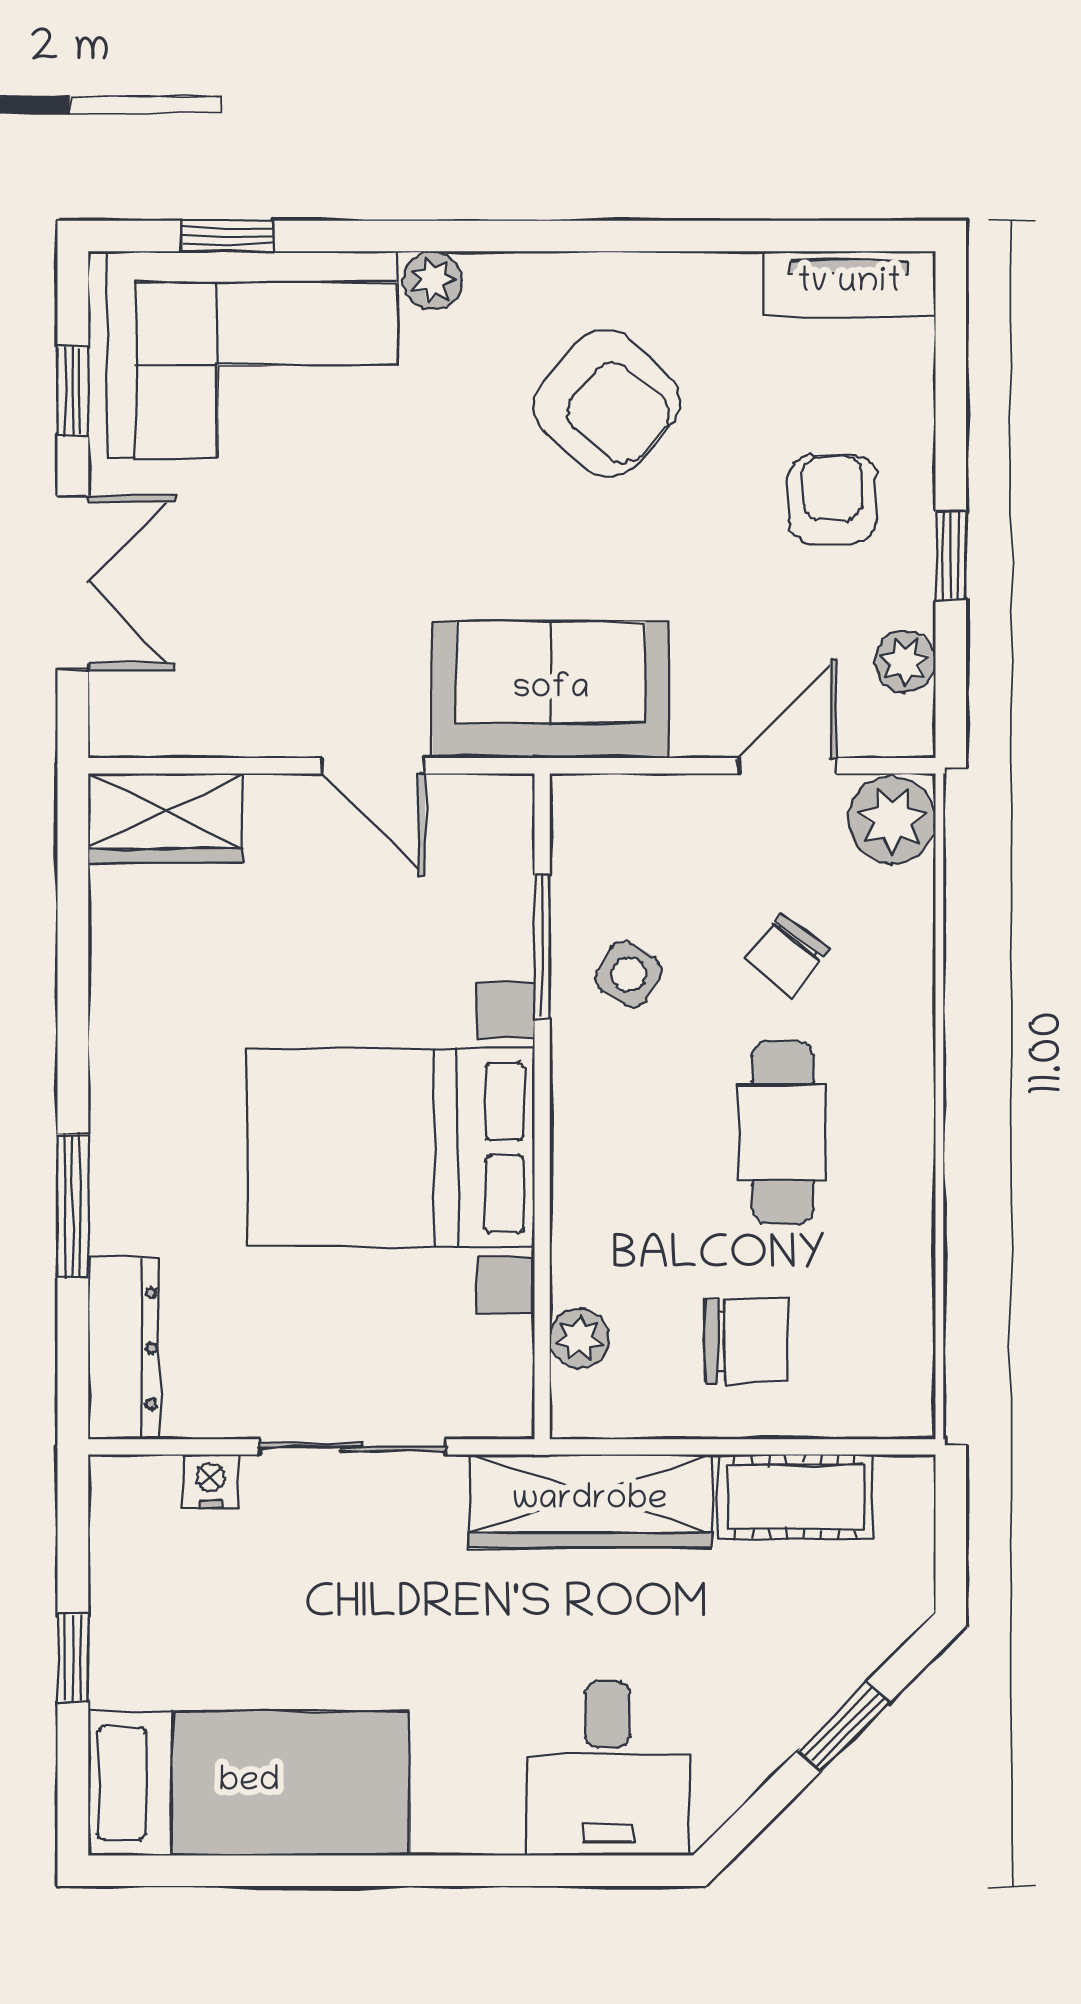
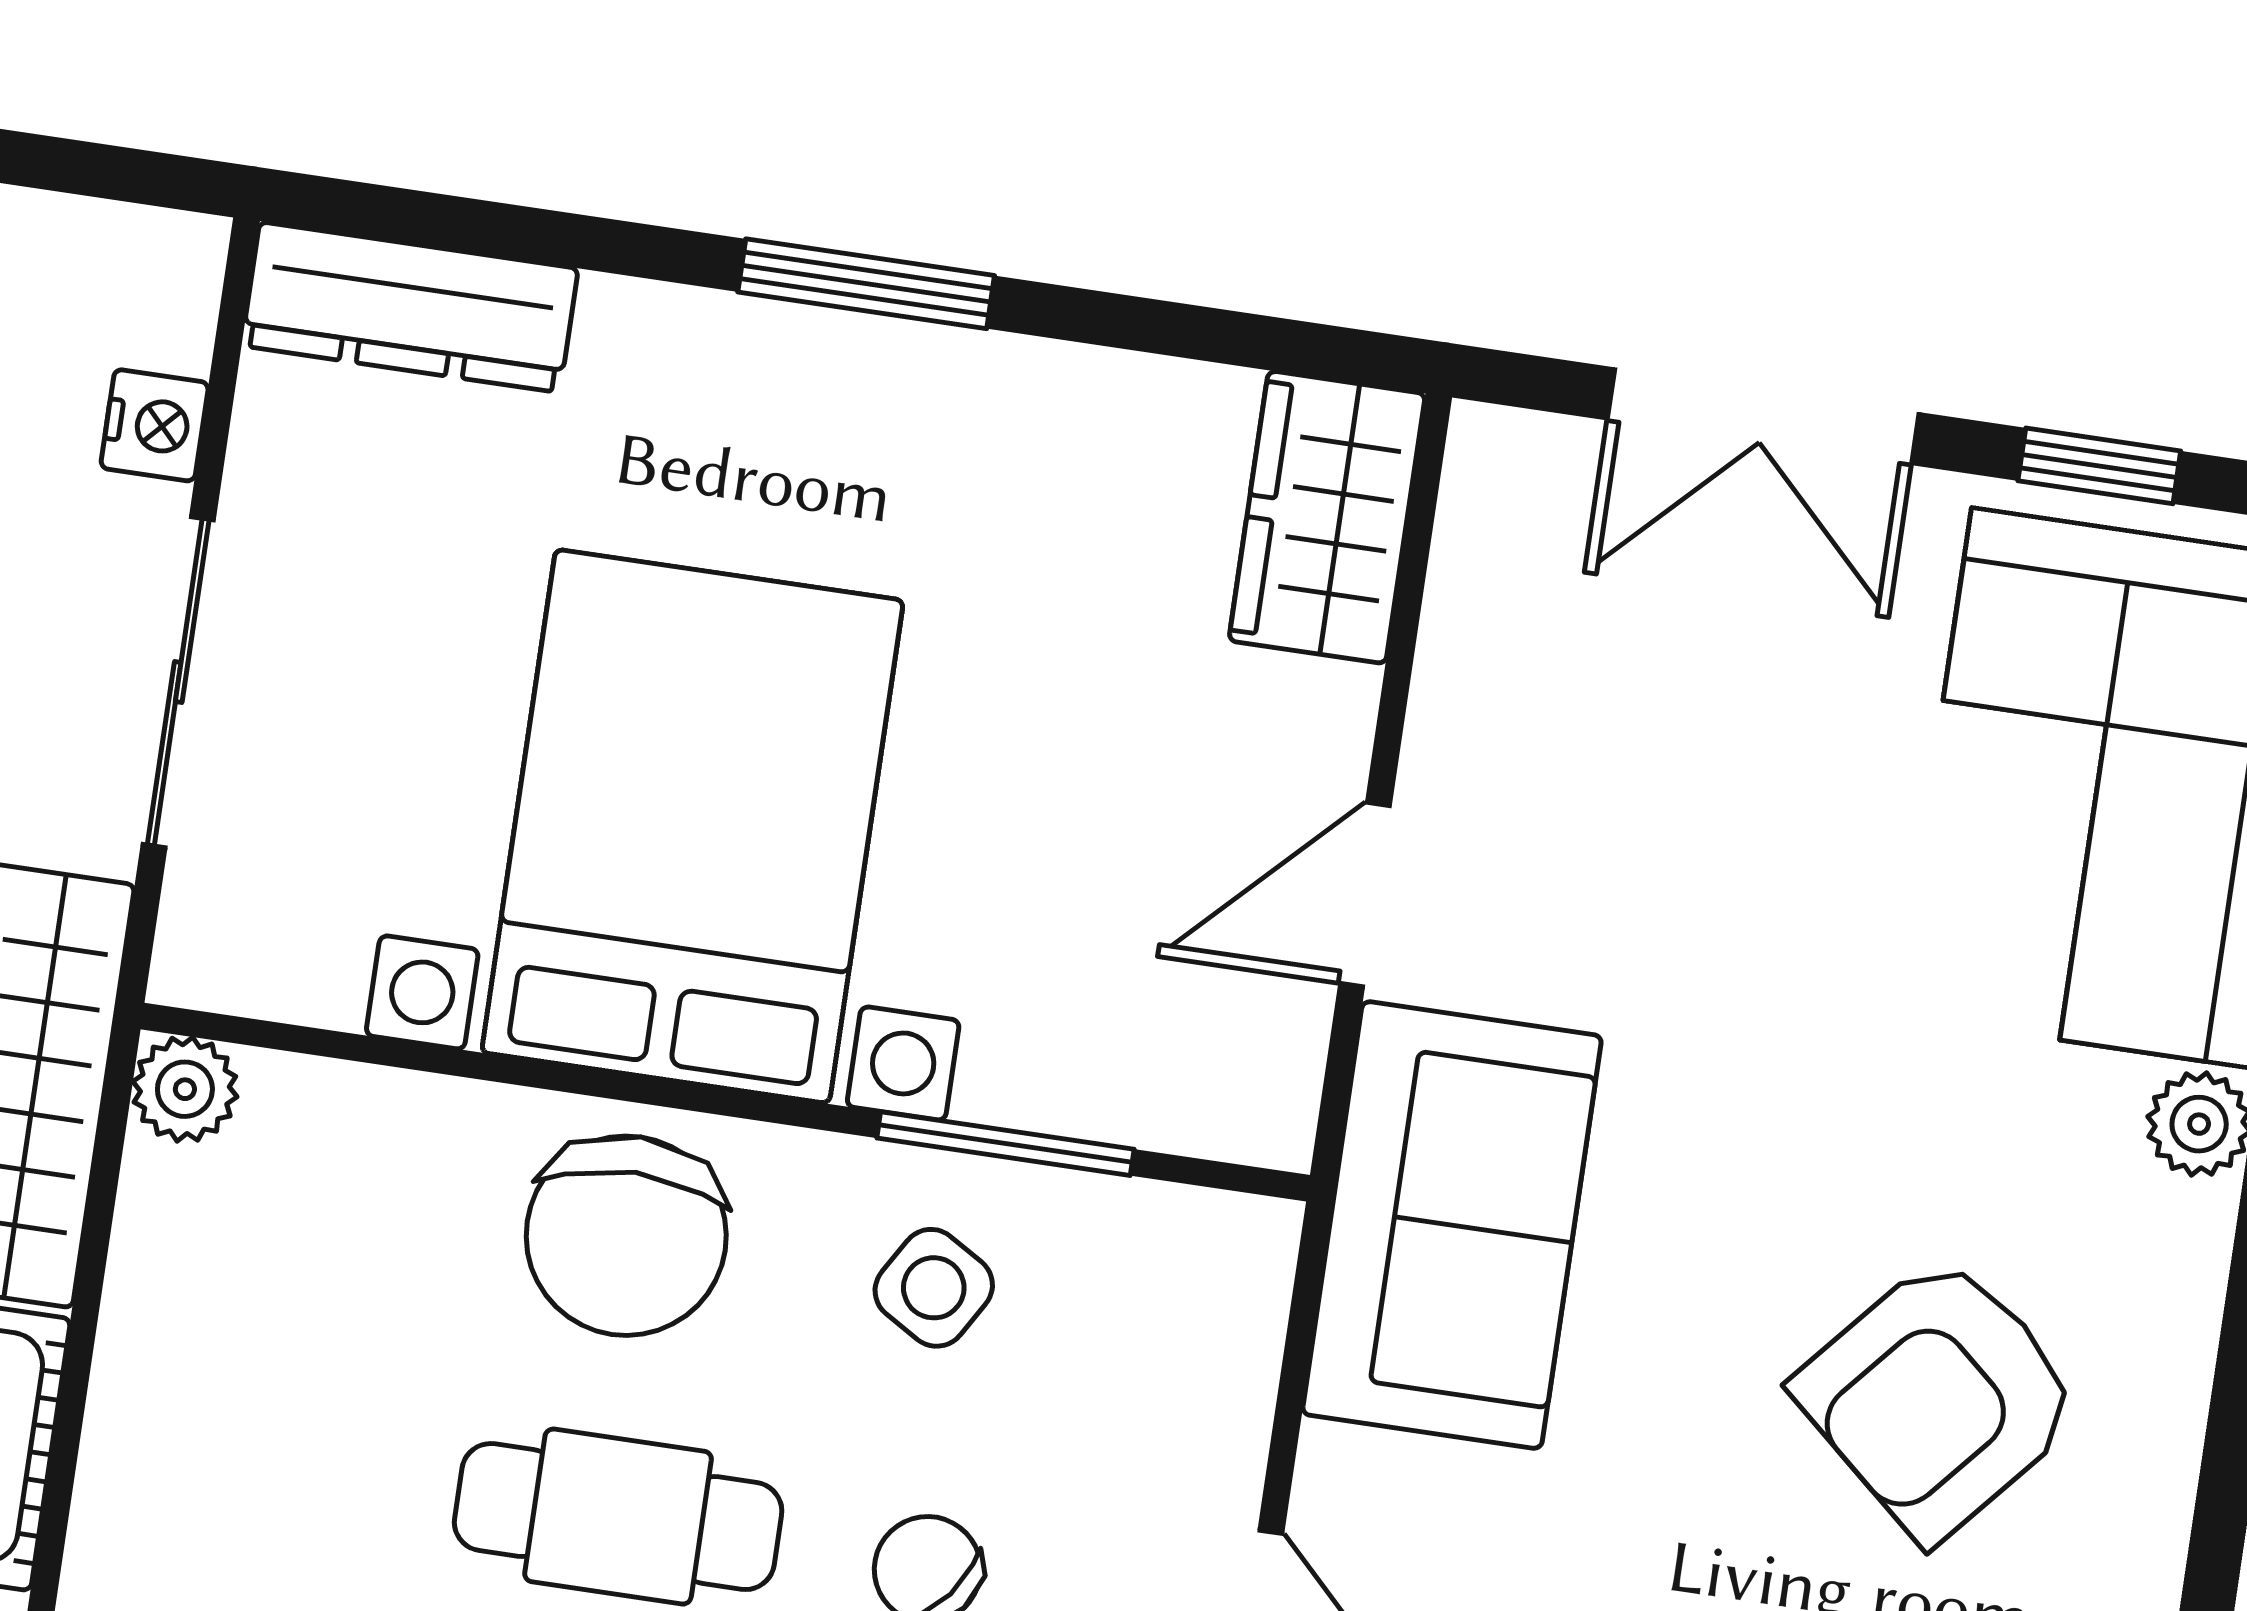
window: (73, 1206) -> (866, 284), moved
plant: (579, 1338) -> (185, 1089), moved
chair: (746, 1341) -> (626, 1236), moved, width x1.37, depth x1.37

